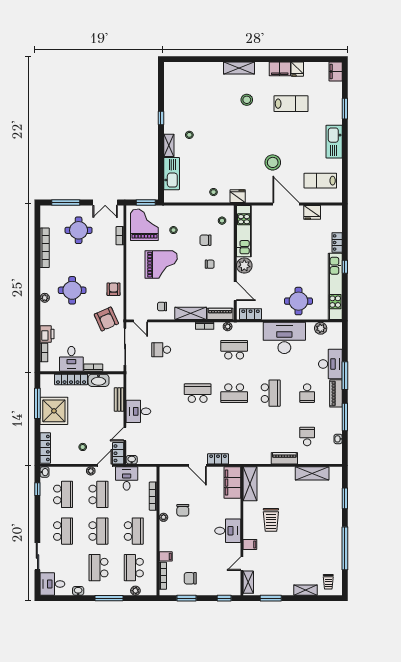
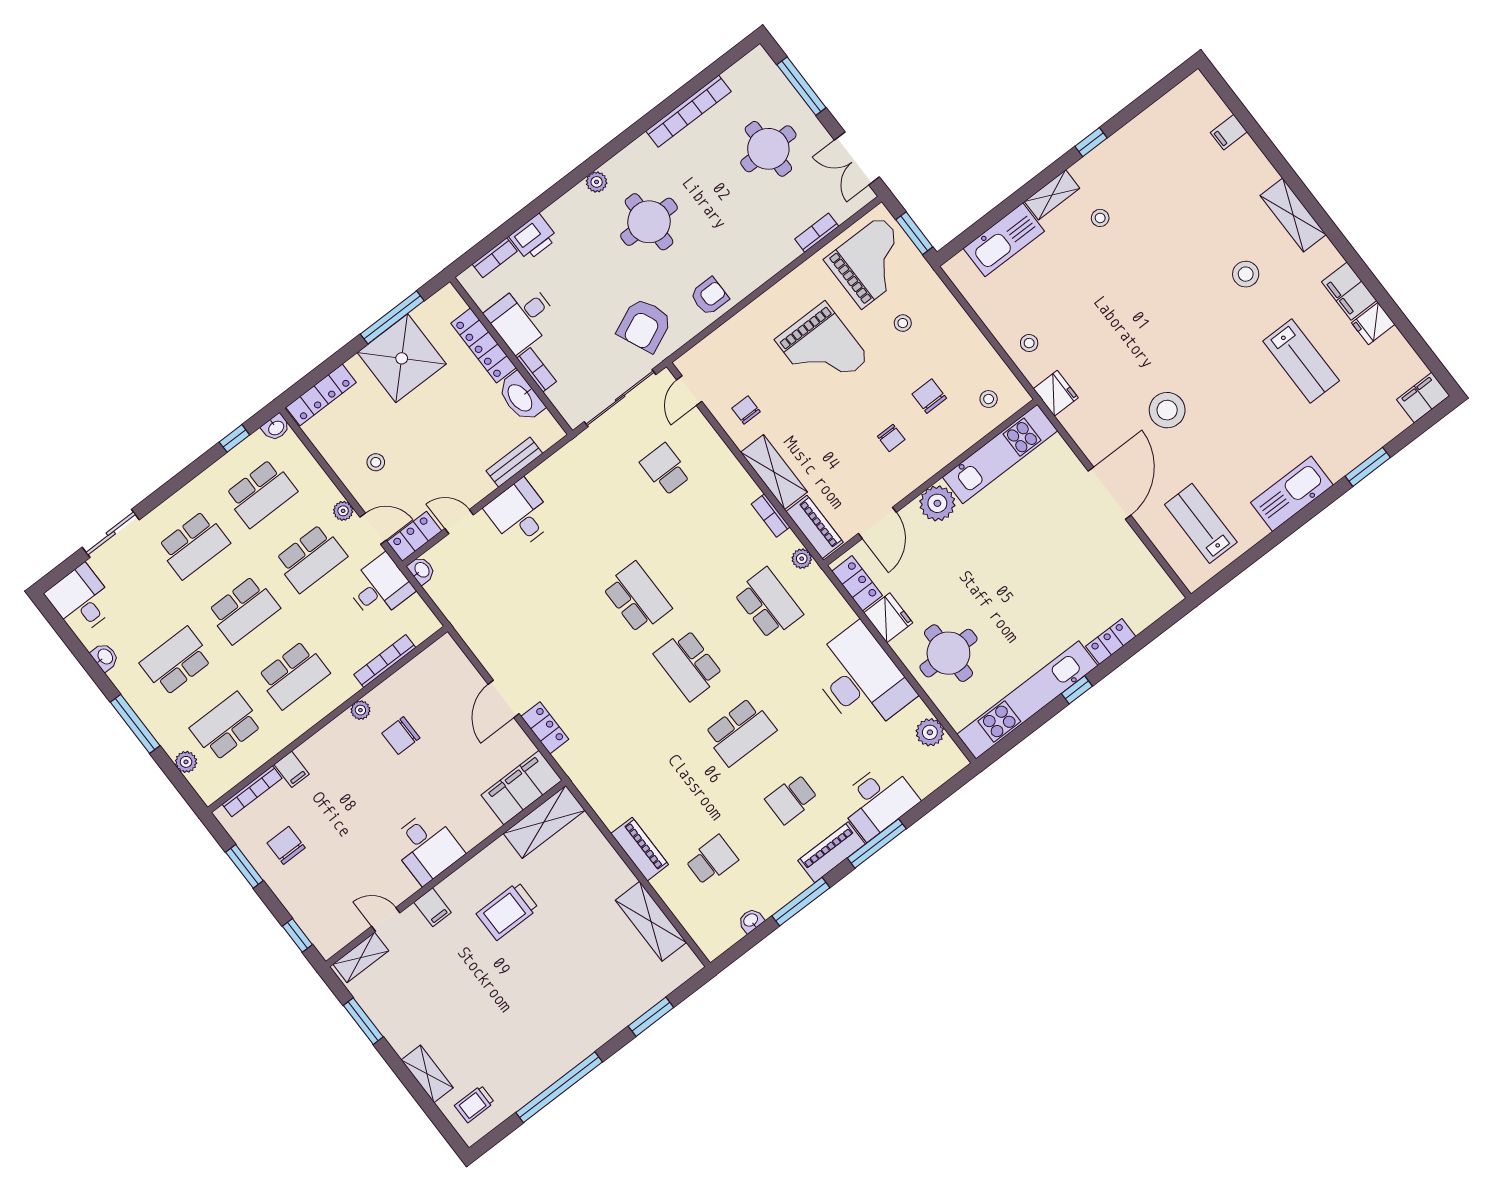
filing cabinet: (194, 68) -> (1229, 132), added
fridge: (312, 212) -> (888, 618), moved, turned 180

